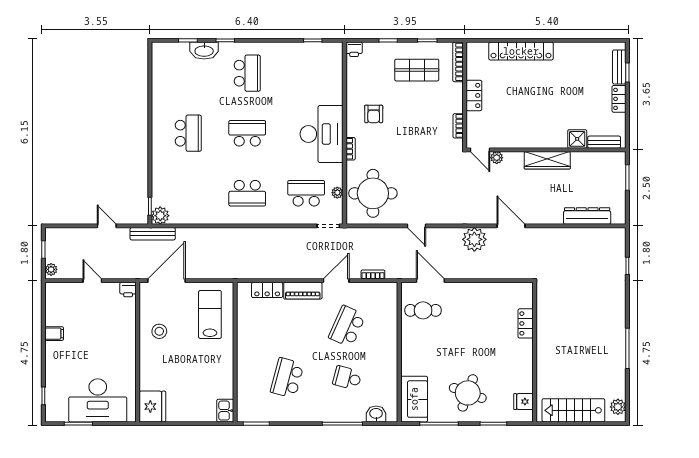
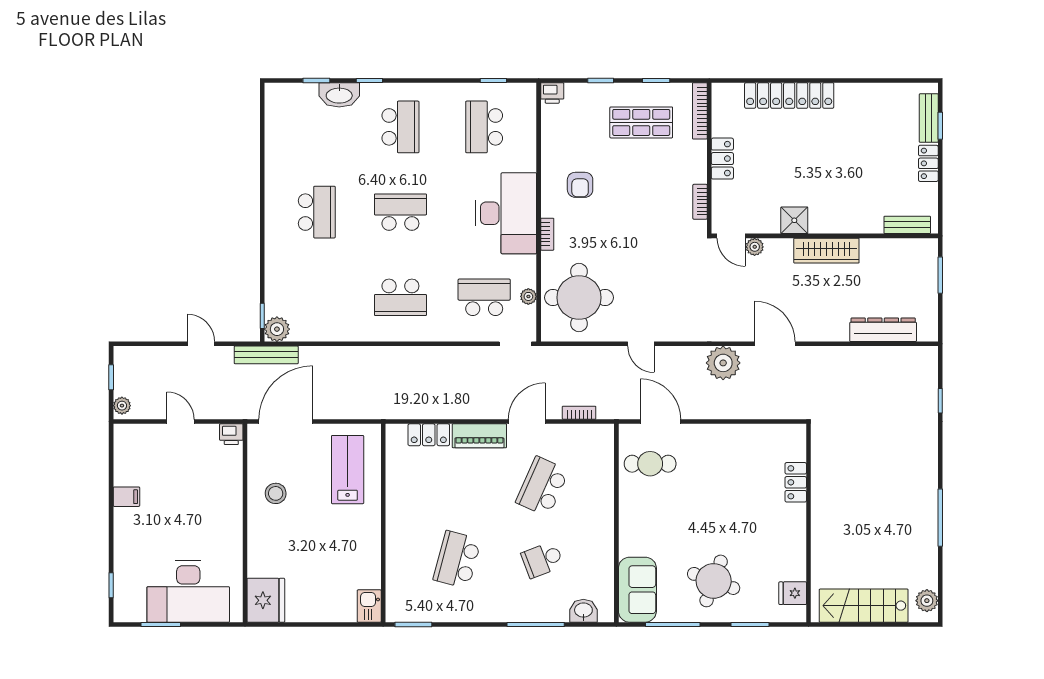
school desk: (306, 73) -> (484, 127), added
shower: (577, 139) -> (794, 220), moved
school desk: (347, 378) -> (542, 560), turned -36

